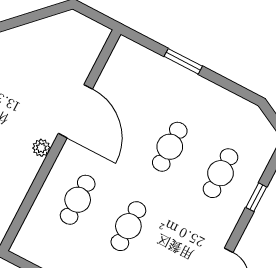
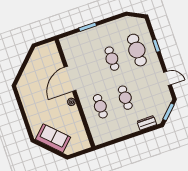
door: (75, 111) -> (70, 79), swing flipped
cafe table: (221, 173) -> (137, 50), width x1.37, depth x1.35

